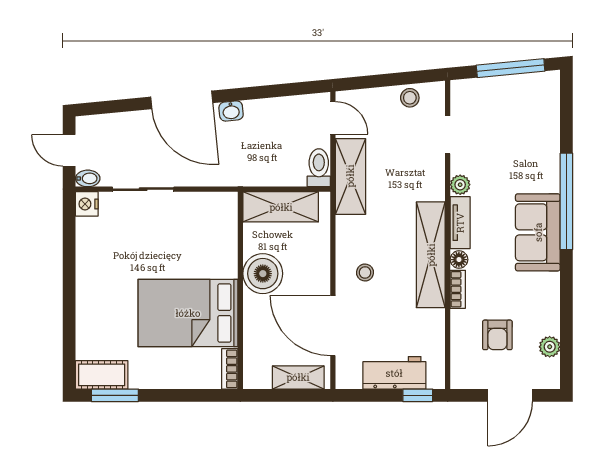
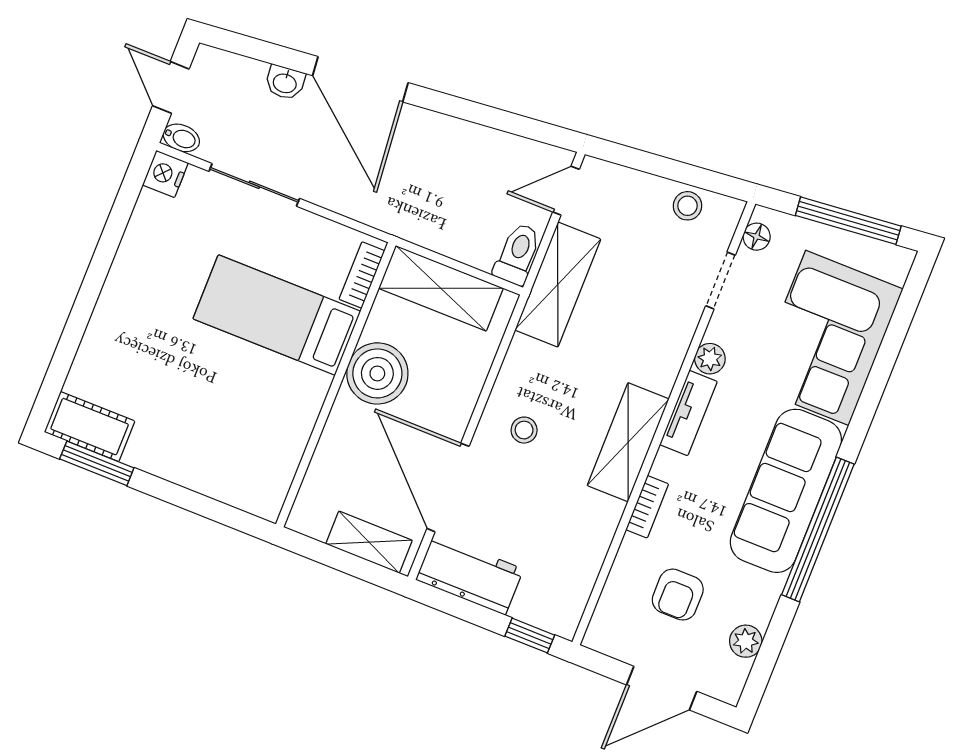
washbasin: (231, 111) -> (285, 83), moved
door: (333, 118) -> (566, 191), swing flipped
corner sofa: (526, 144) -> (827, 338), added
window: (566, 201) -> (818, 529), moved
sofa: (538, 232) -> (786, 491), width x1.36
shelving: (431, 255) -> (628, 442), width x0.68
floor lamp: (459, 260) -> (757, 237), moved
bed: (188, 313) -> (277, 315), moved, width x0.67
bookcase: (230, 369) -> (362, 275), moved
workbench: (394, 373) -> (470, 574), moved

